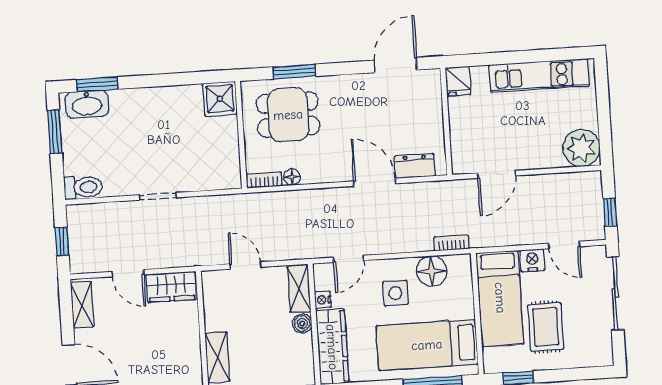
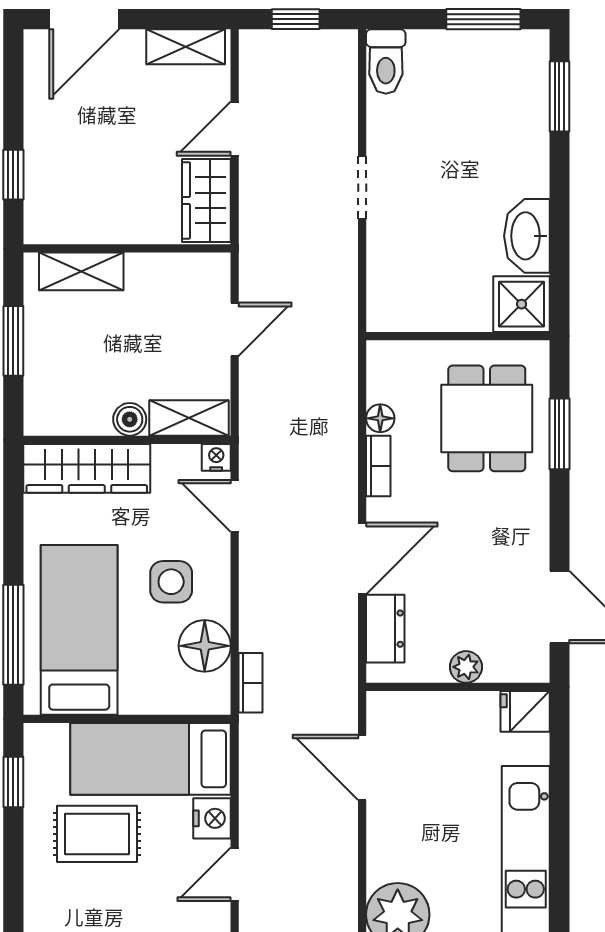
washbasin: (87, 104) -> (527, 236), moved
plant: (434, 117) -> (466, 667), added
bookcase: (264, 180) -> (378, 466), moved
nightstand: (323, 300) -> (216, 457), moved

